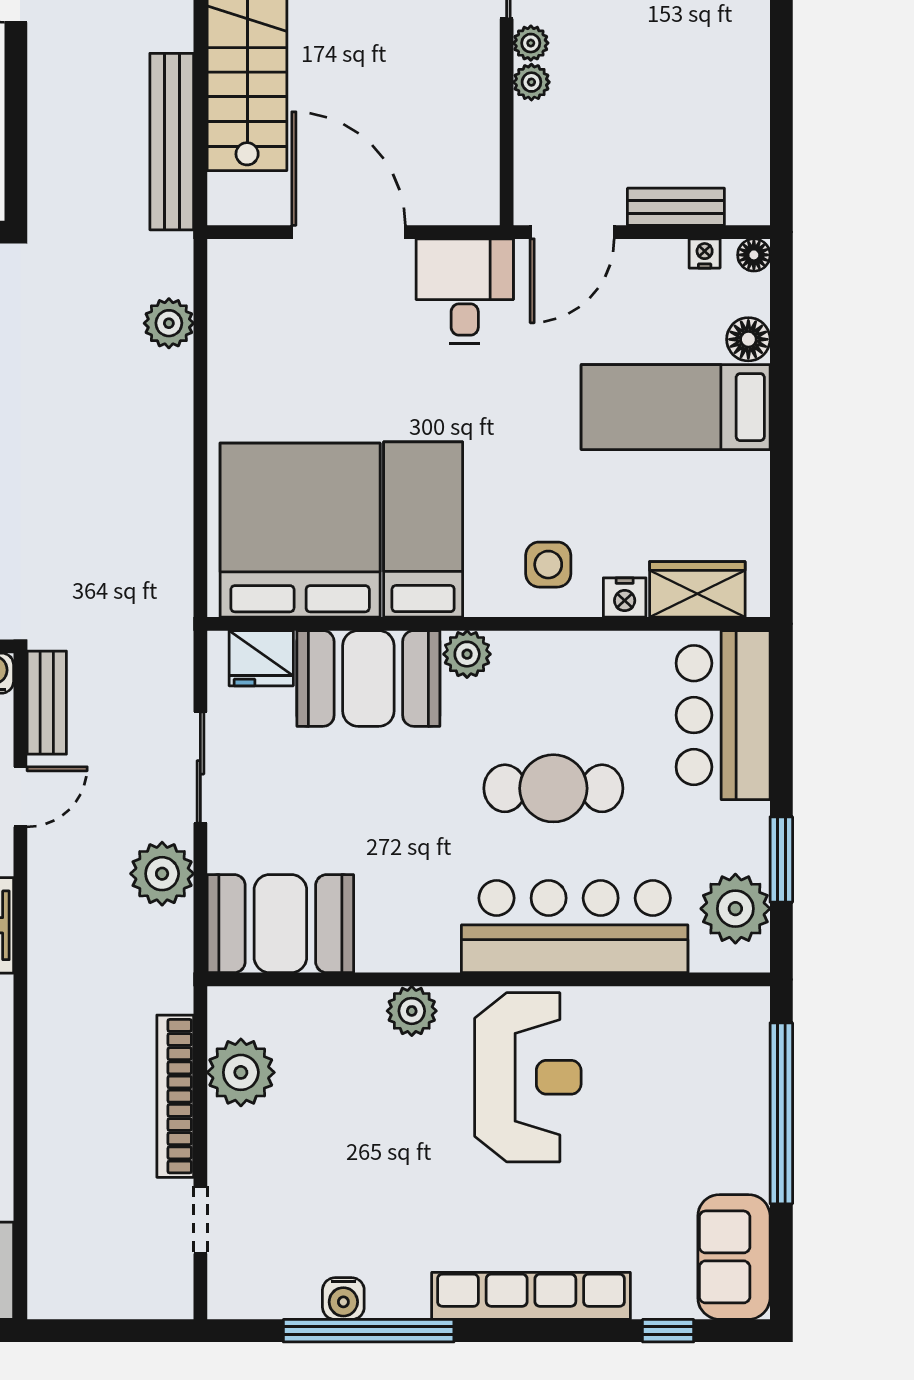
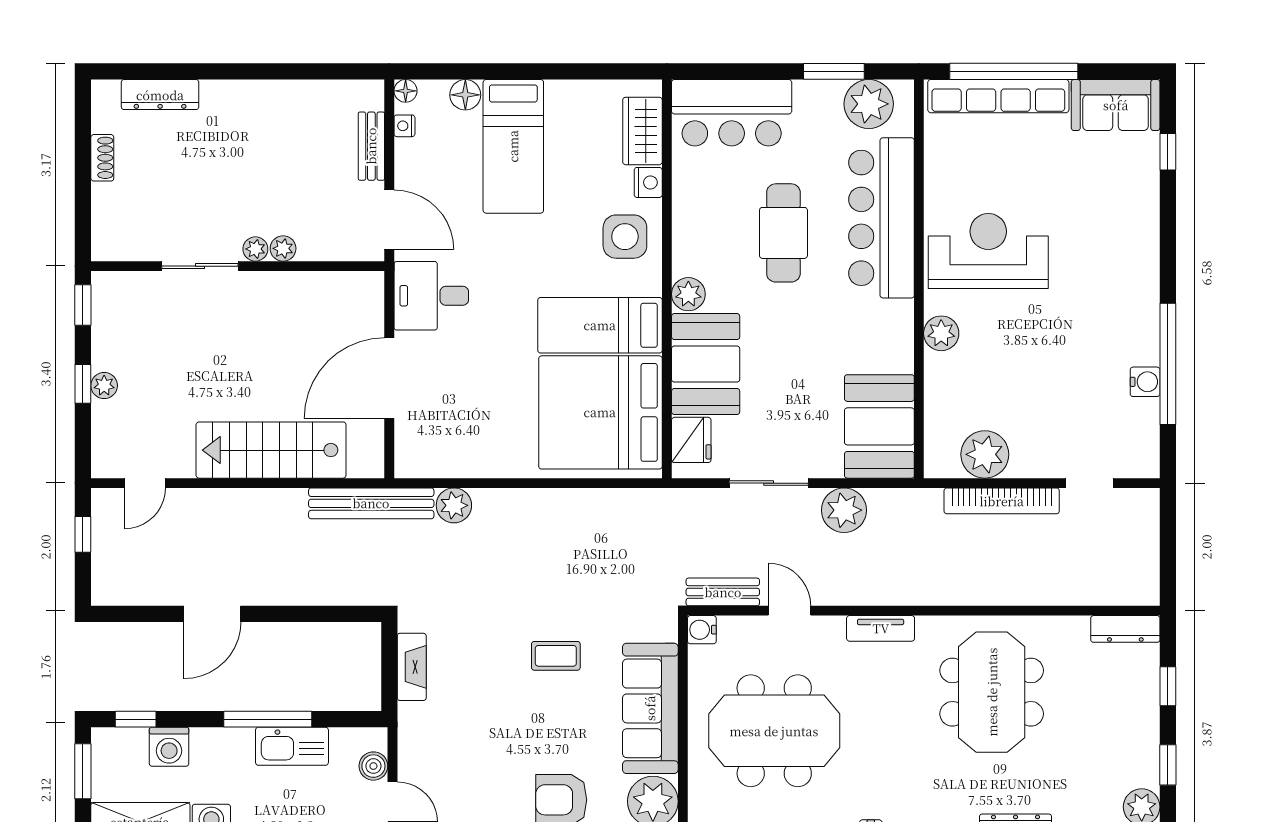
bench: (172, 142) -> (371, 503), moved
side table: (548, 565) -> (625, 237), width x1.37, depth x1.37
row of seats: (531, 1296) -> (998, 96), moved, turned -90

